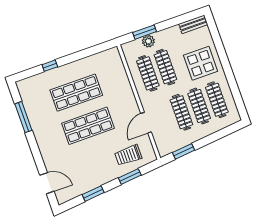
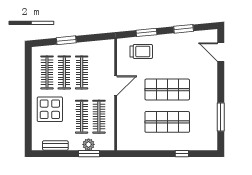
bench: (193, 24) -> (55, 145), moved
door: (146, 123) -> (116, 86), moved
window: (183, 151) -> (66, 40), moved

